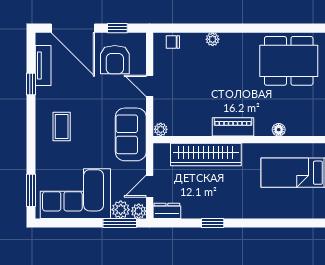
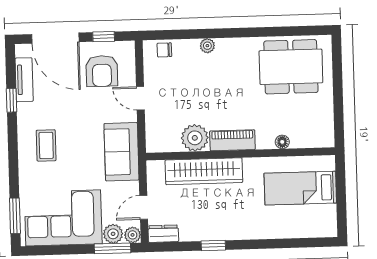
plant: (161, 129) -> (195, 138), moved, width x1.88, depth x1.88

